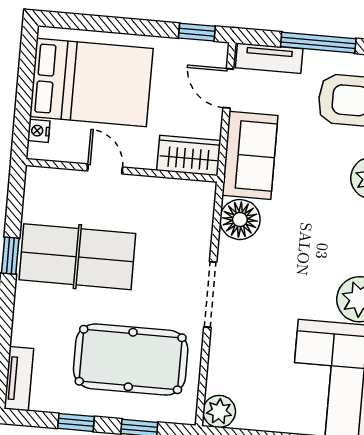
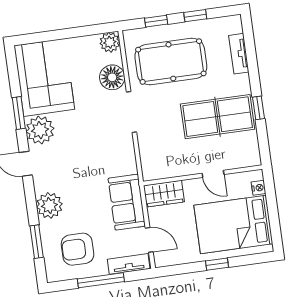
window: (197, 32) -> (217, 264), moved
floor lamp: (240, 220) -> (112, 77), moved
tv unit: (19, 379) -> (239, 54), moved

